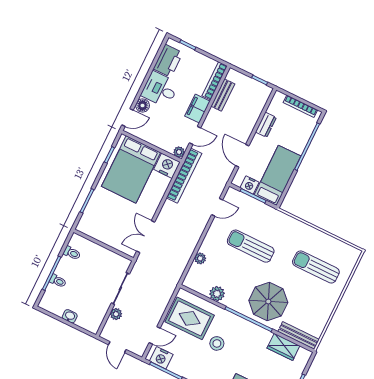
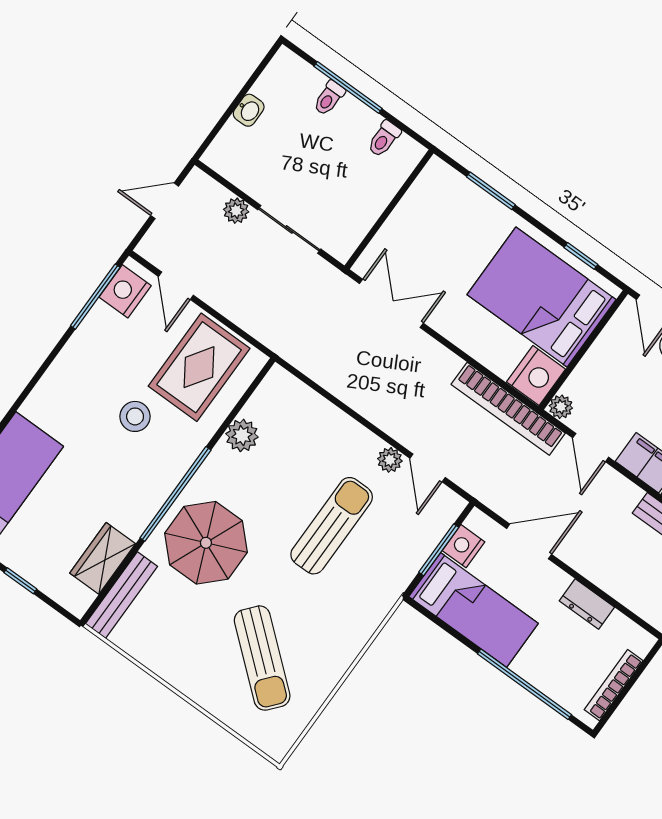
plant: (200, 258) -> (390, 460), moved
sun lounger: (316, 267) -> (262, 658), turned 130

